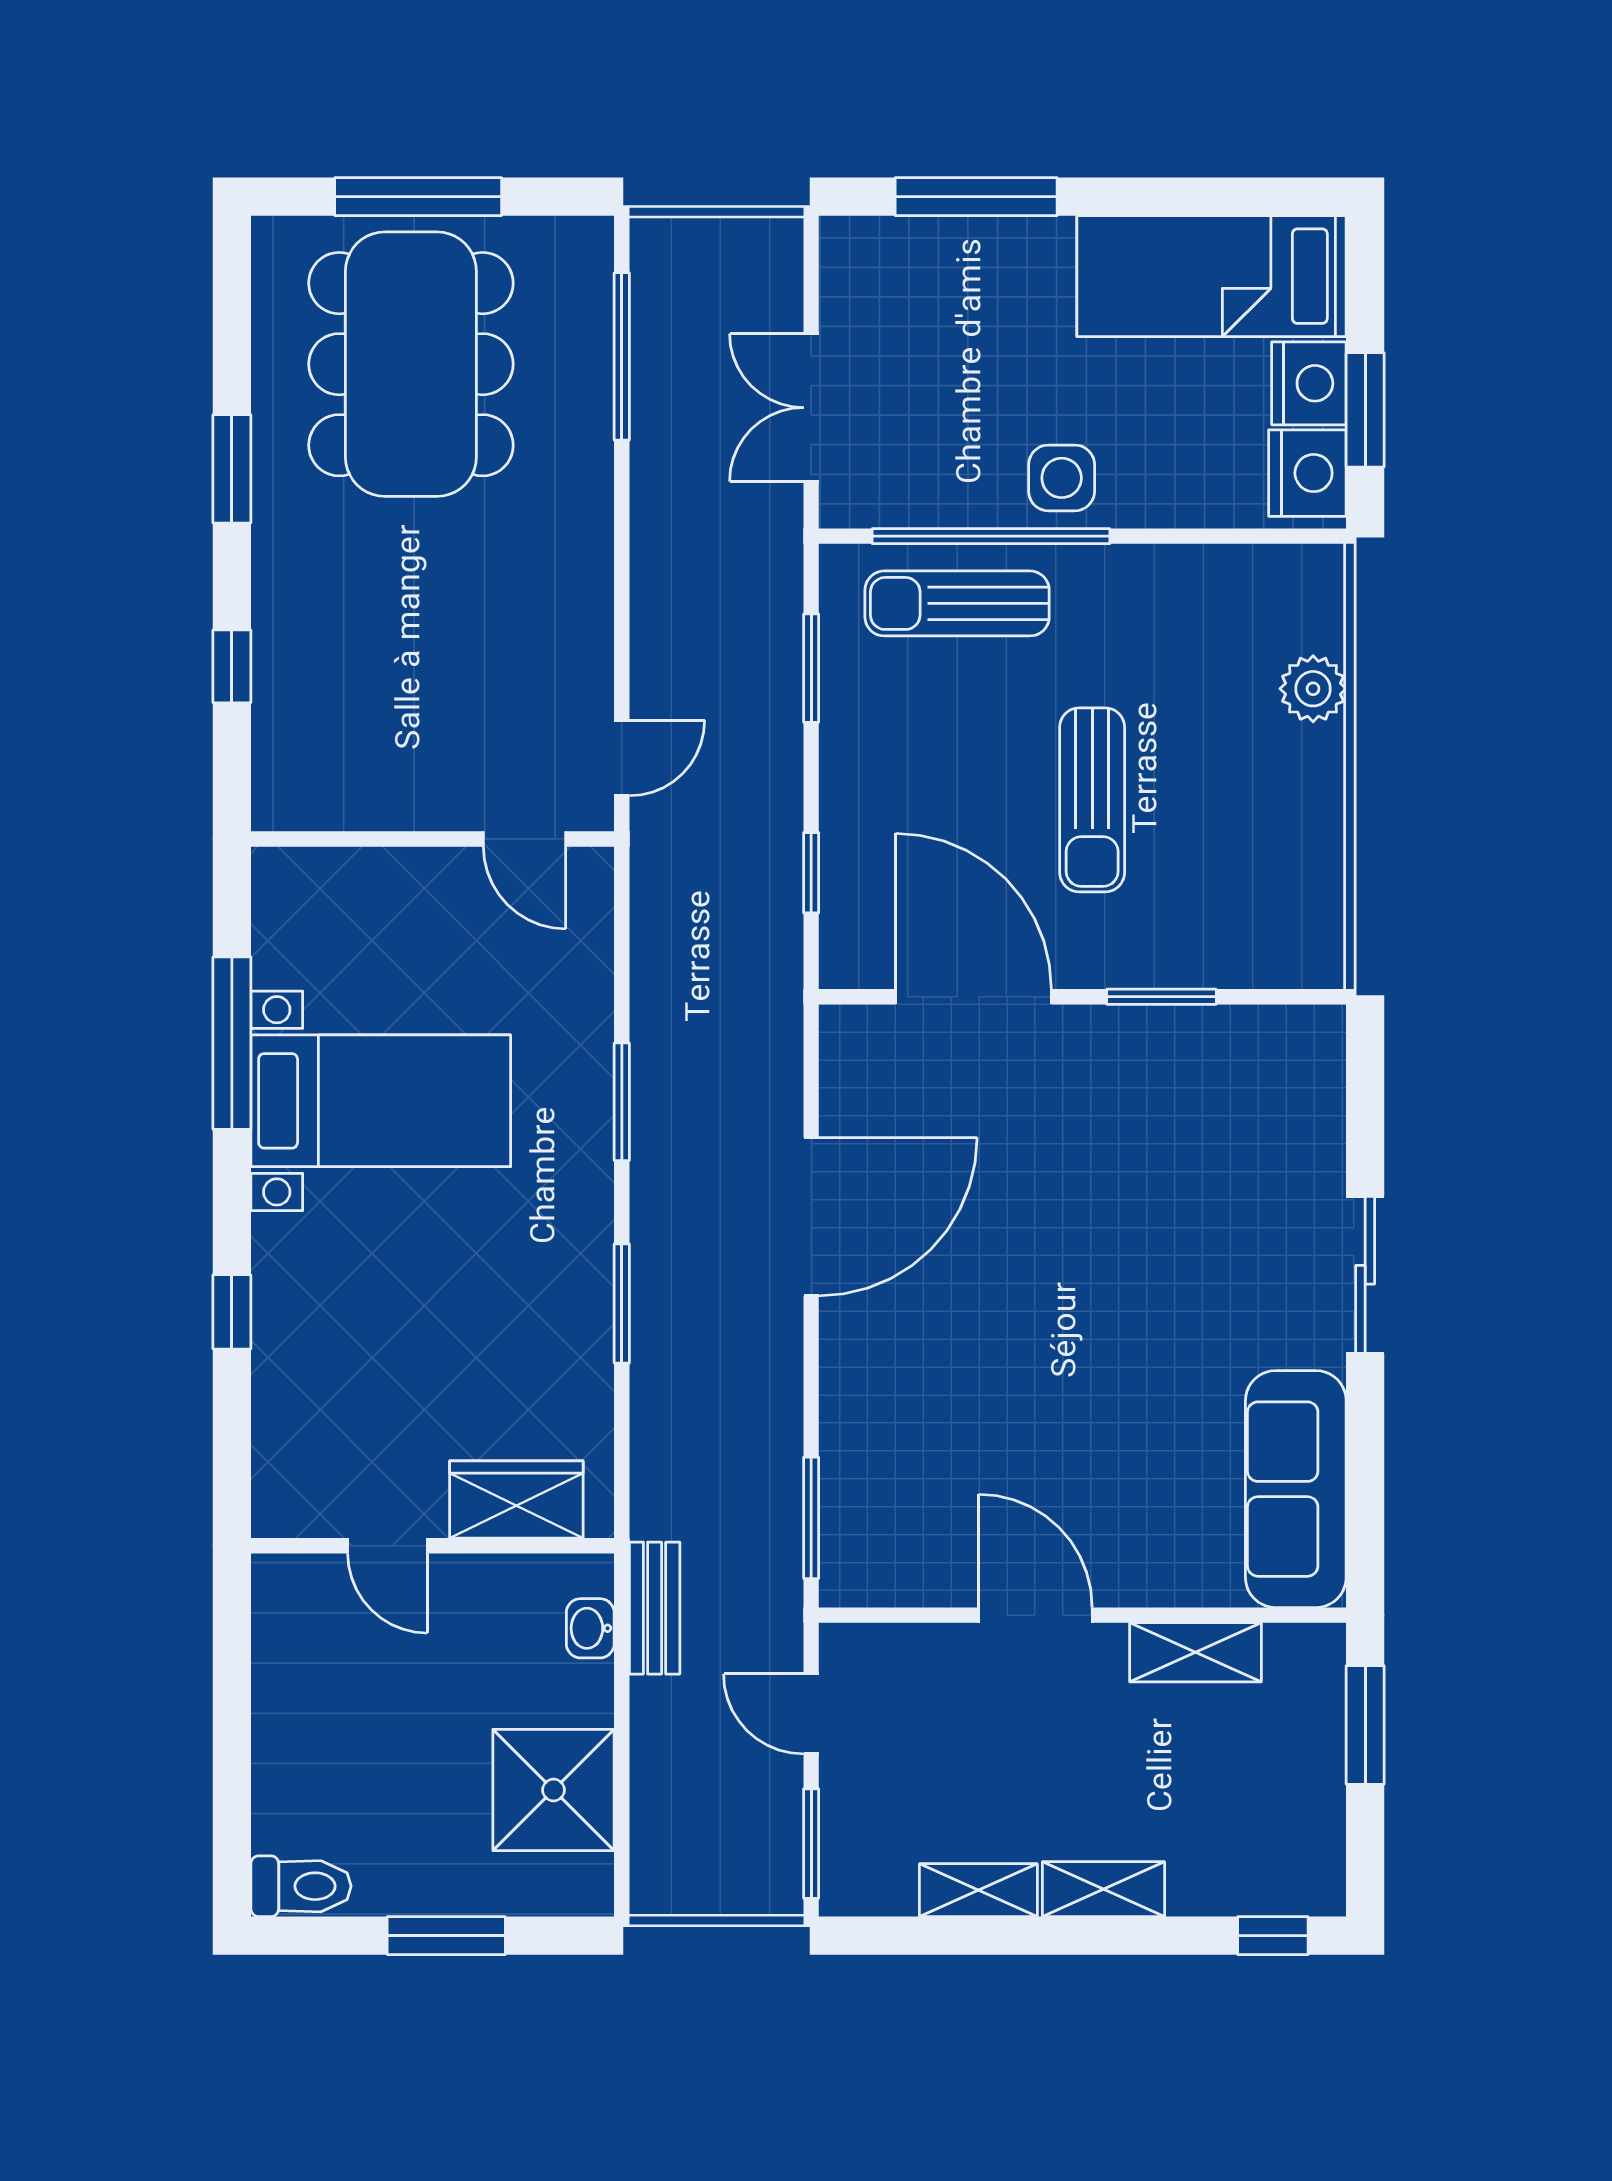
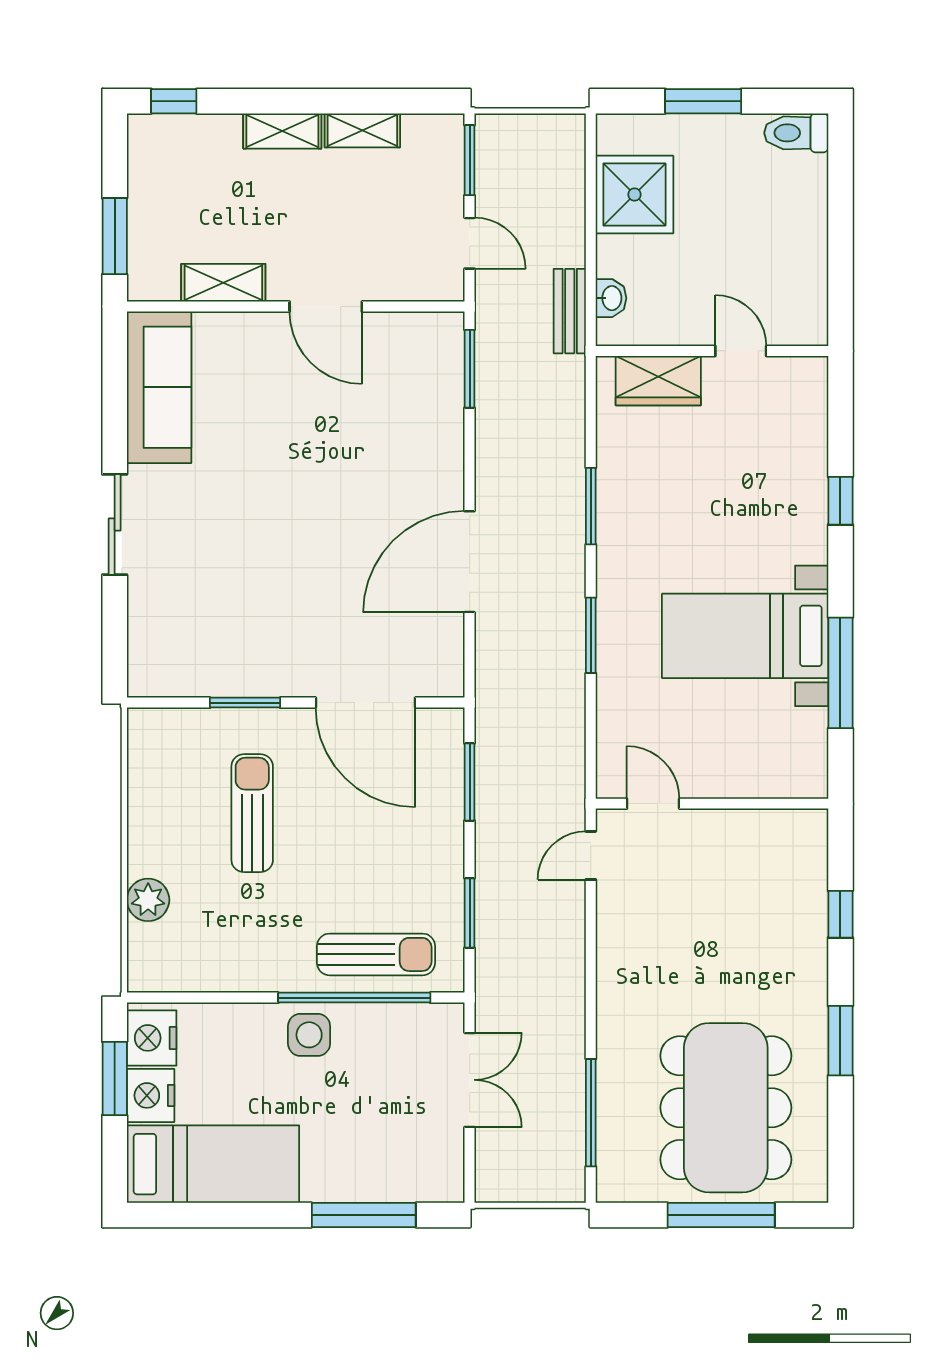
sun lounger: (1092, 800) -> (252, 813), moved
window: (811, 873) -> (470, 782), width x1.50

